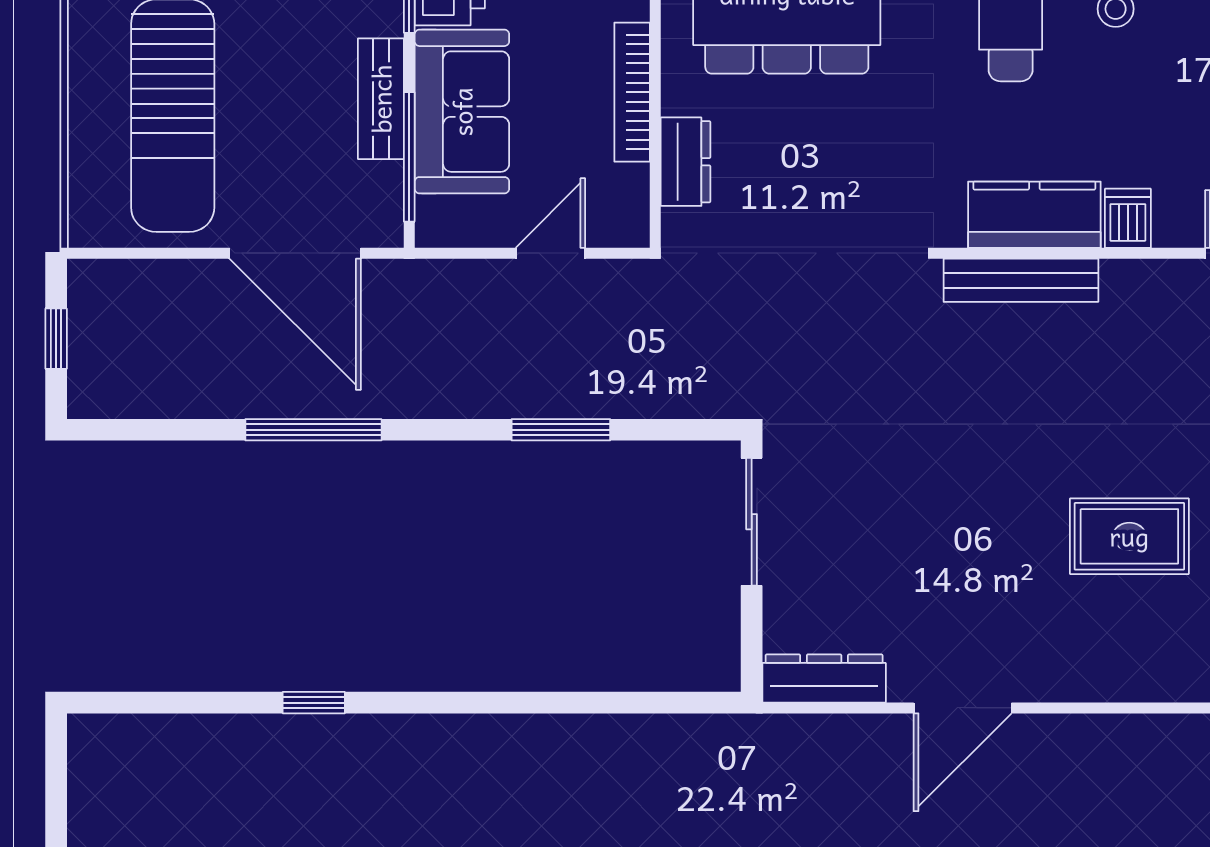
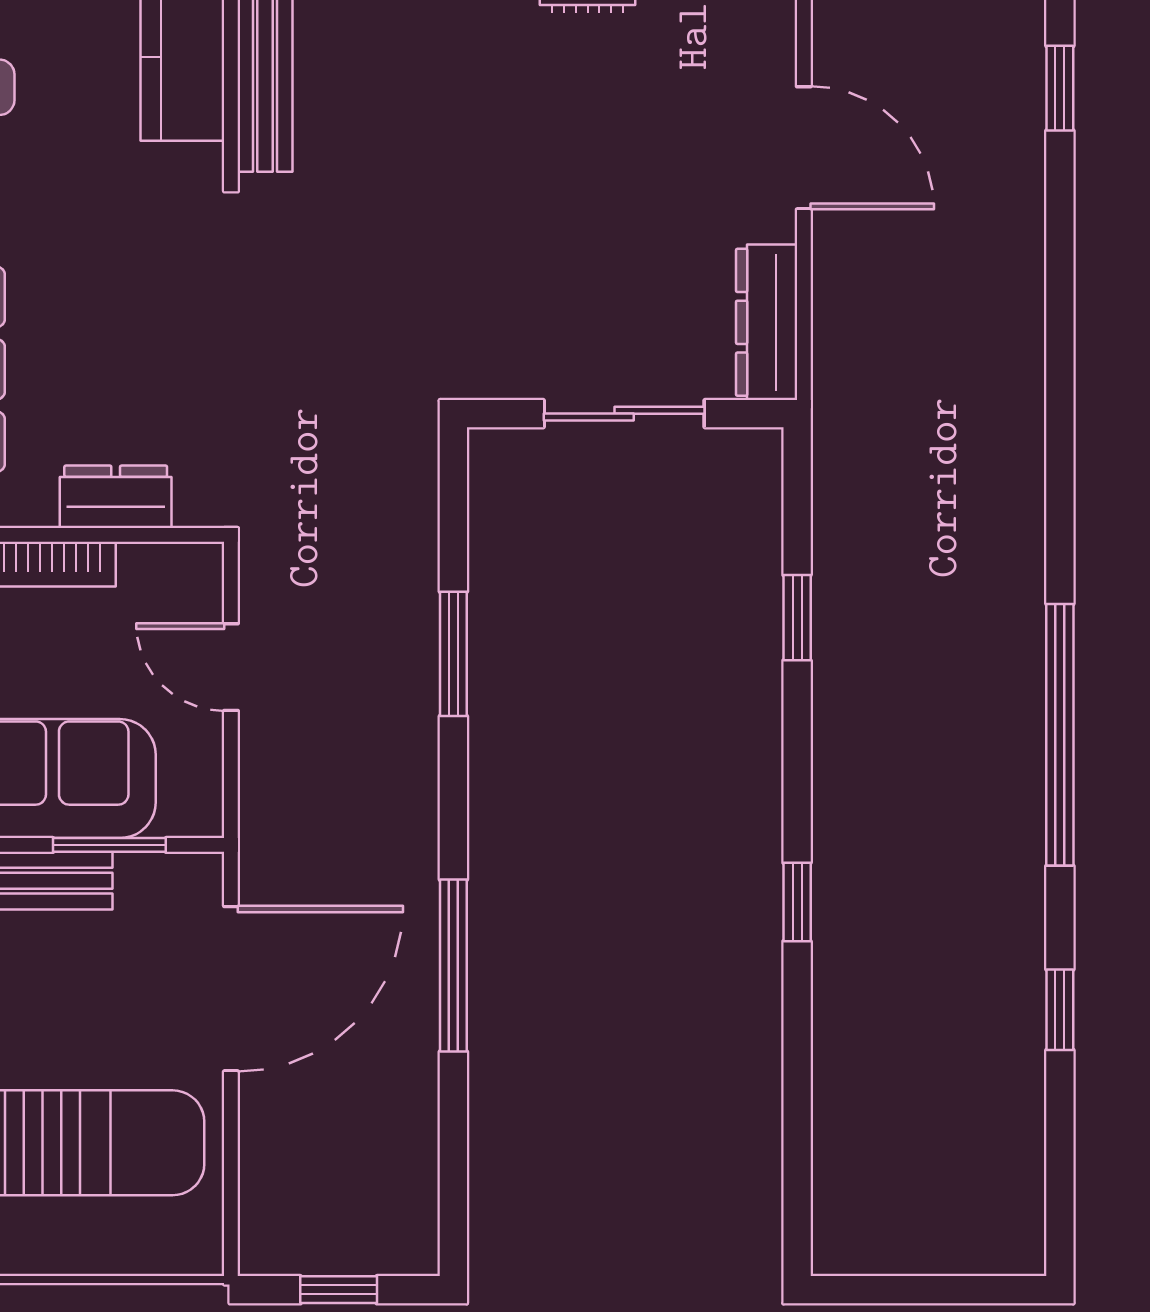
window: (409, 157) -> (109, 845), width x0.69
sliding door: (752, 522) -> (624, 414), moved
window: (314, 703) -> (797, 902), moved
window: (590, 703) -> (797, 618), added

